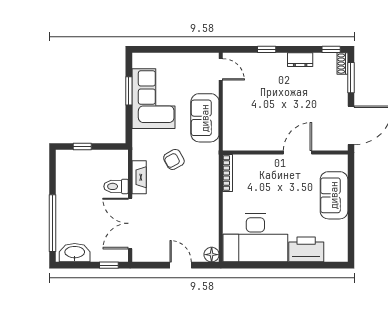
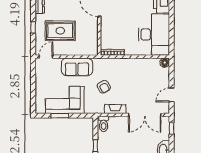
rug: (261, 92) -> (60, 31), added
toilet: (116, 186) -> (104, 124), moved
door: (181, 265) -> (171, 95), moved

